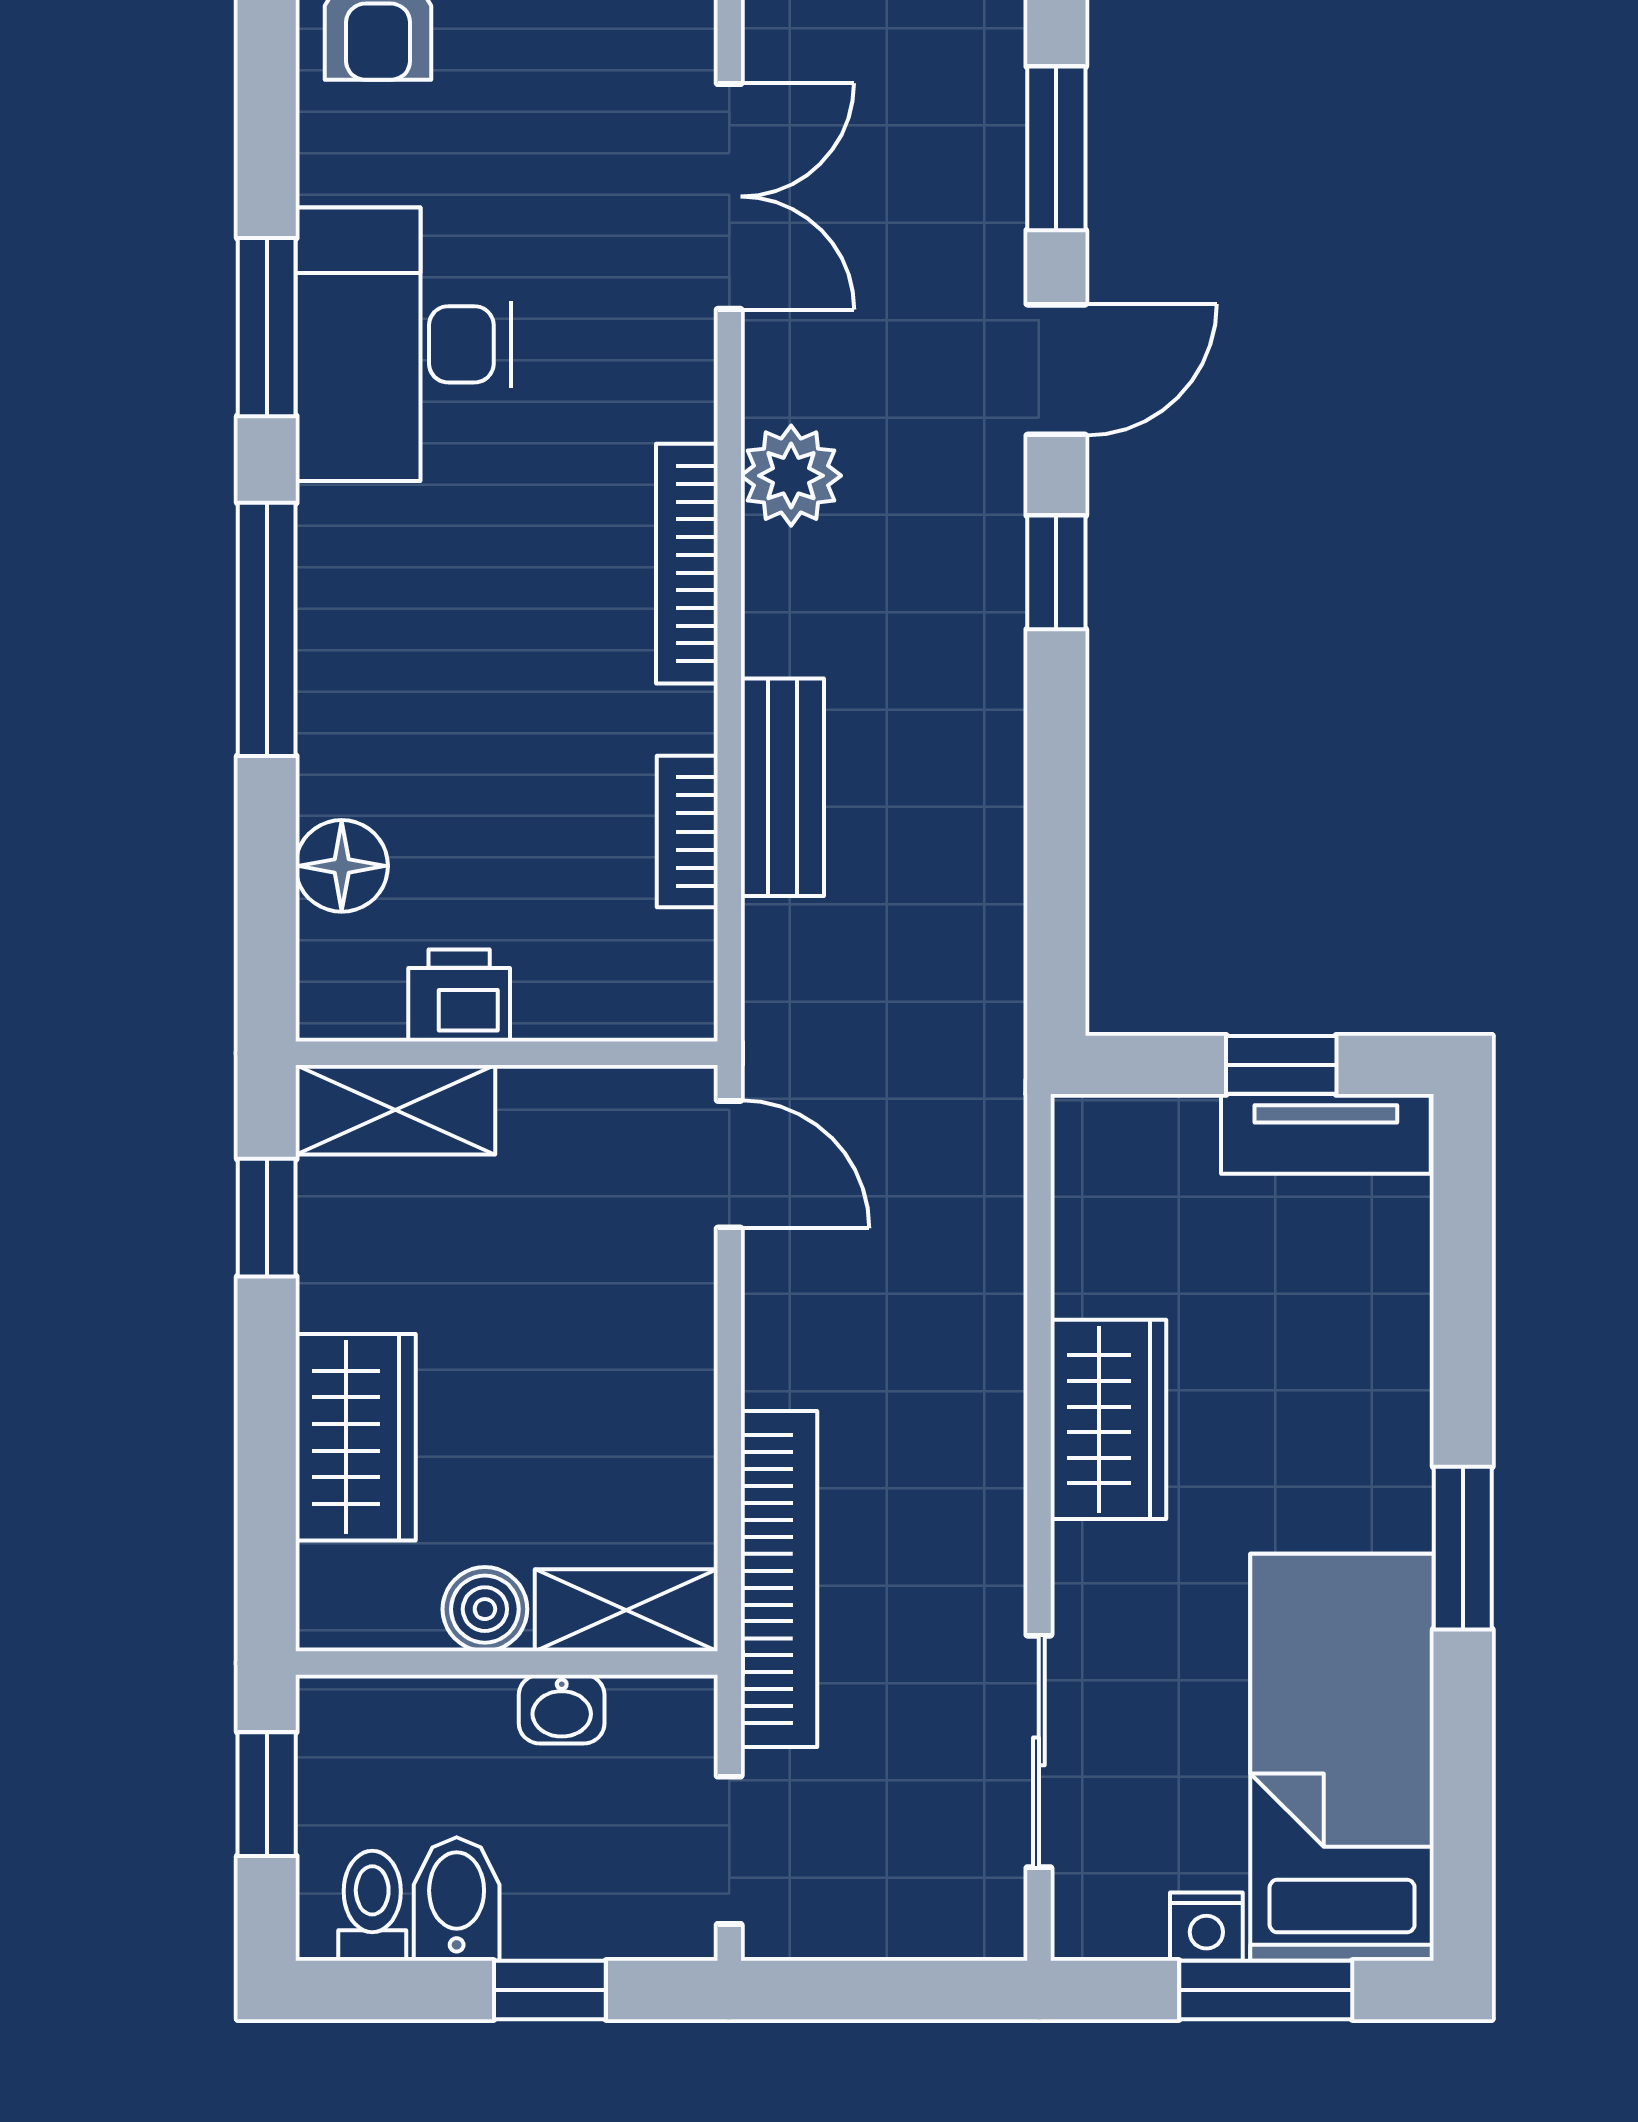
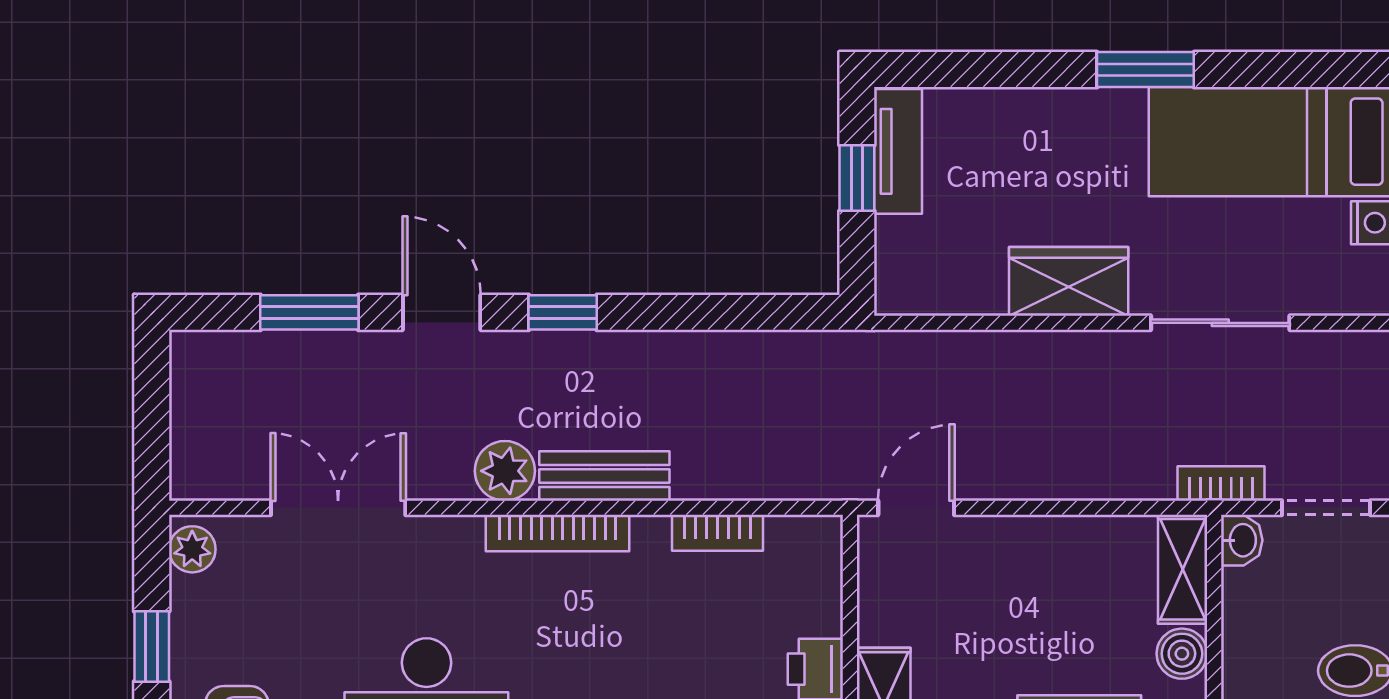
bench: (782, 787) -> (604, 476), moved
bookcase: (779, 1579) -> (1221, 483), width x0.43, depth x0.76
washbasin: (562, 1709) -> (1242, 540), moved
sliding door: (1039, 1751) -> (1220, 323), moved

